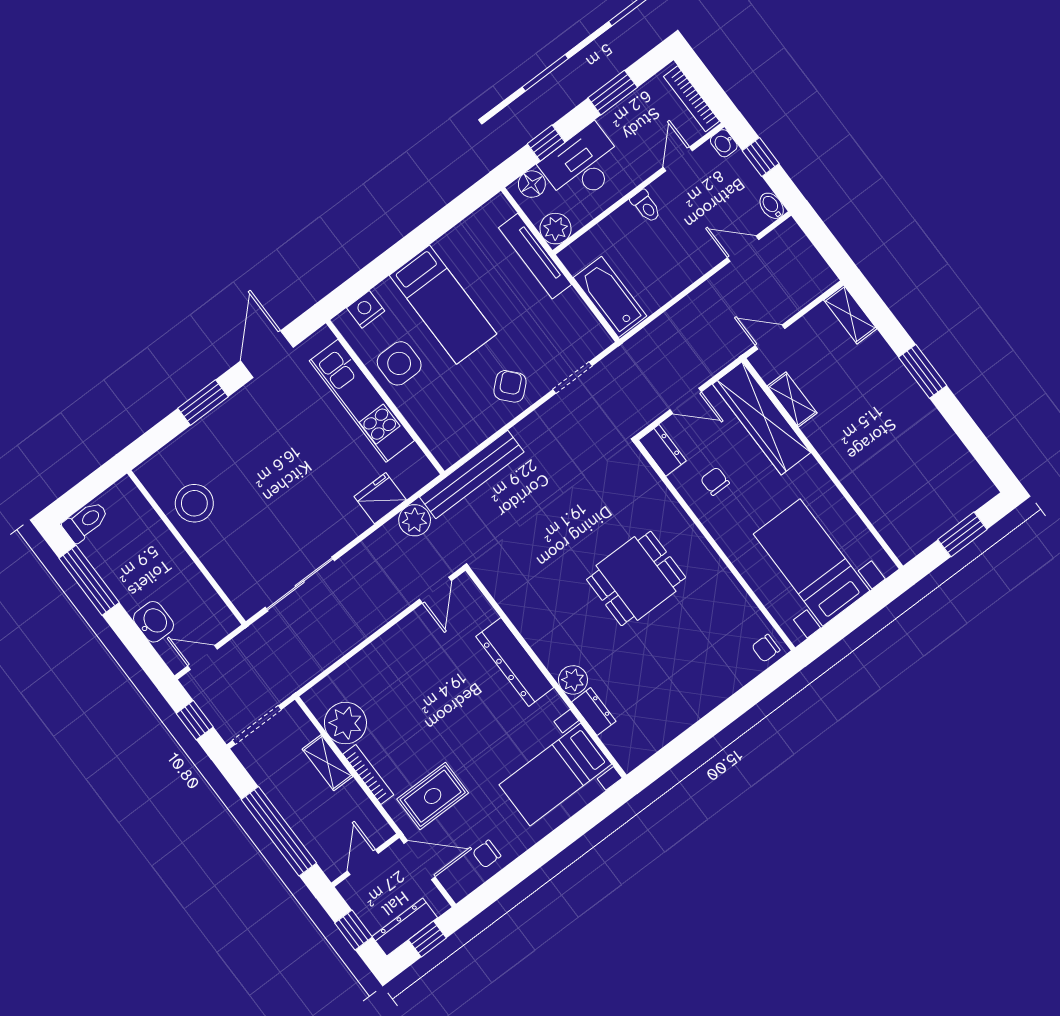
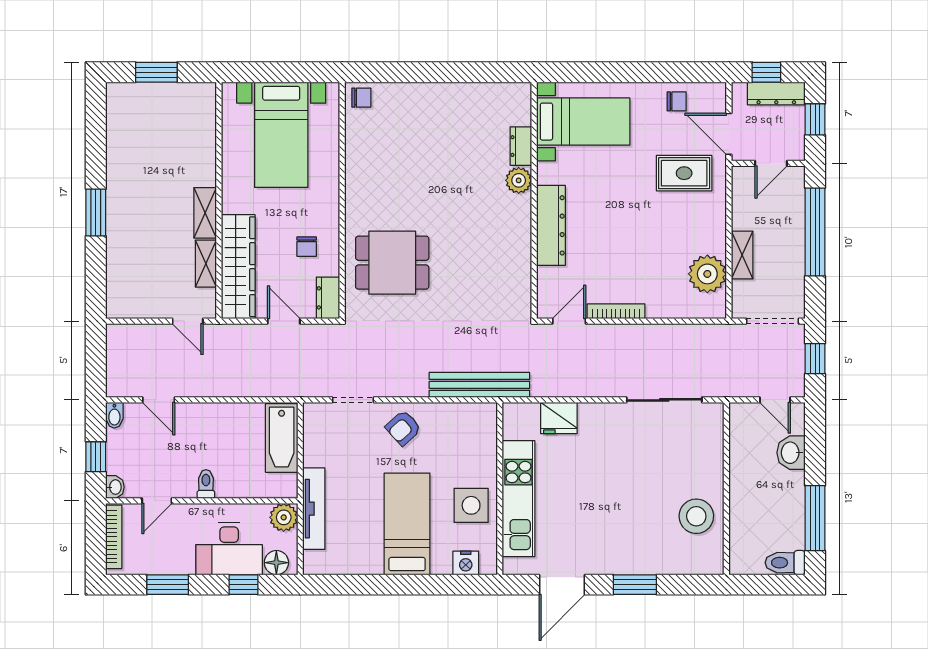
shelving: (850, 314) -> (205, 213), moved
plant: (415, 520) -> (546, 383), removed
dining table: (636, 578) -> (392, 263), moved
bookcase: (368, 774) -> (616, 311), moved, turned 90

